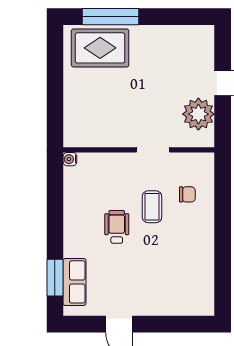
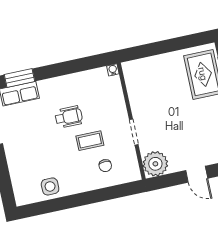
plant: (198, 114) -> (155, 164), moved
side table: (198, 269) -> (50, 186), added

